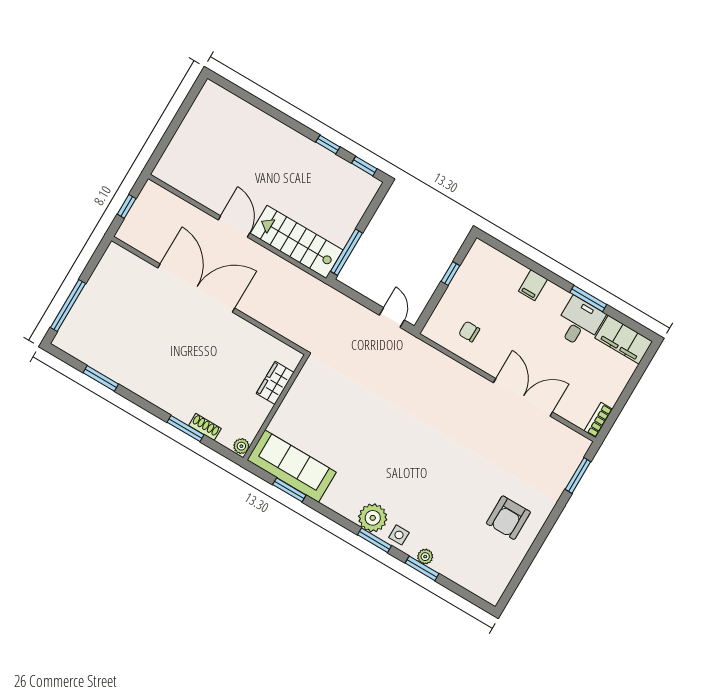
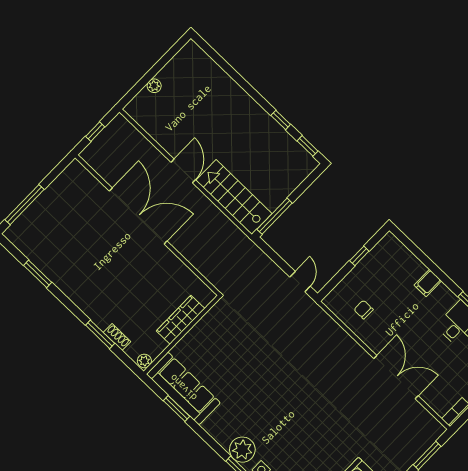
plant: (179, 140) -> (154, 86), added
wardrobe: (275, 383) -> (181, 320), width x1.50

